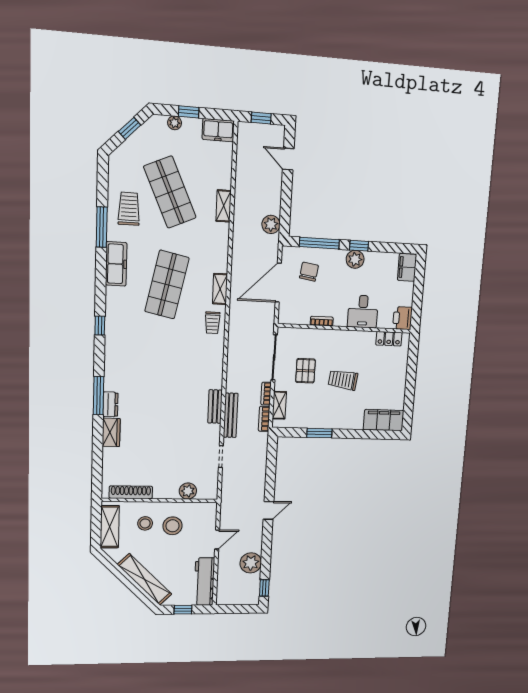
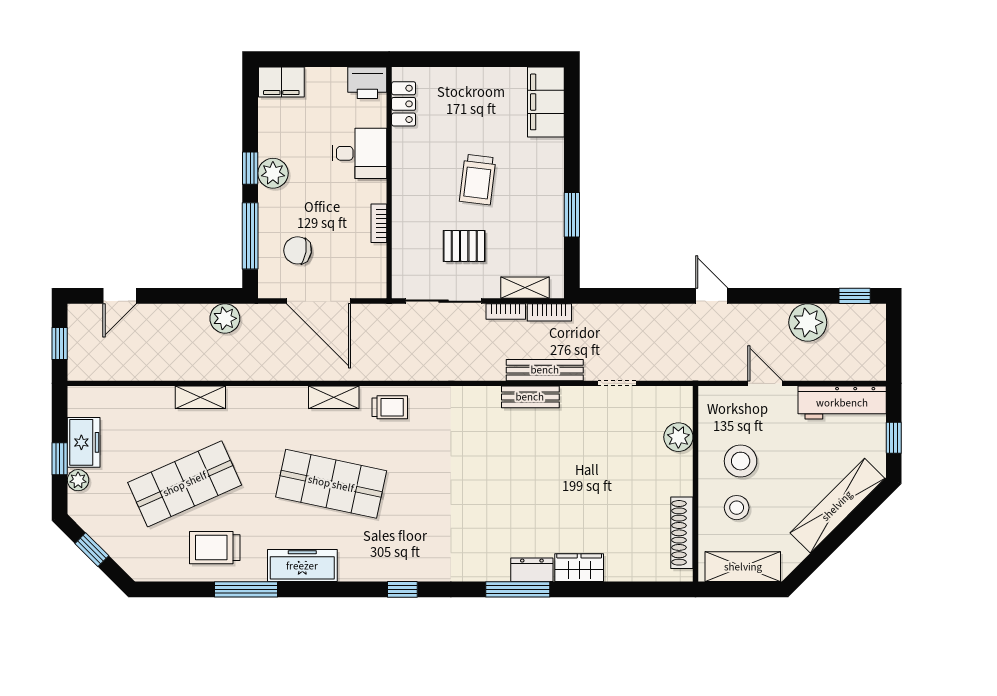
freezer: (218, 130) -> (84, 442), moved

